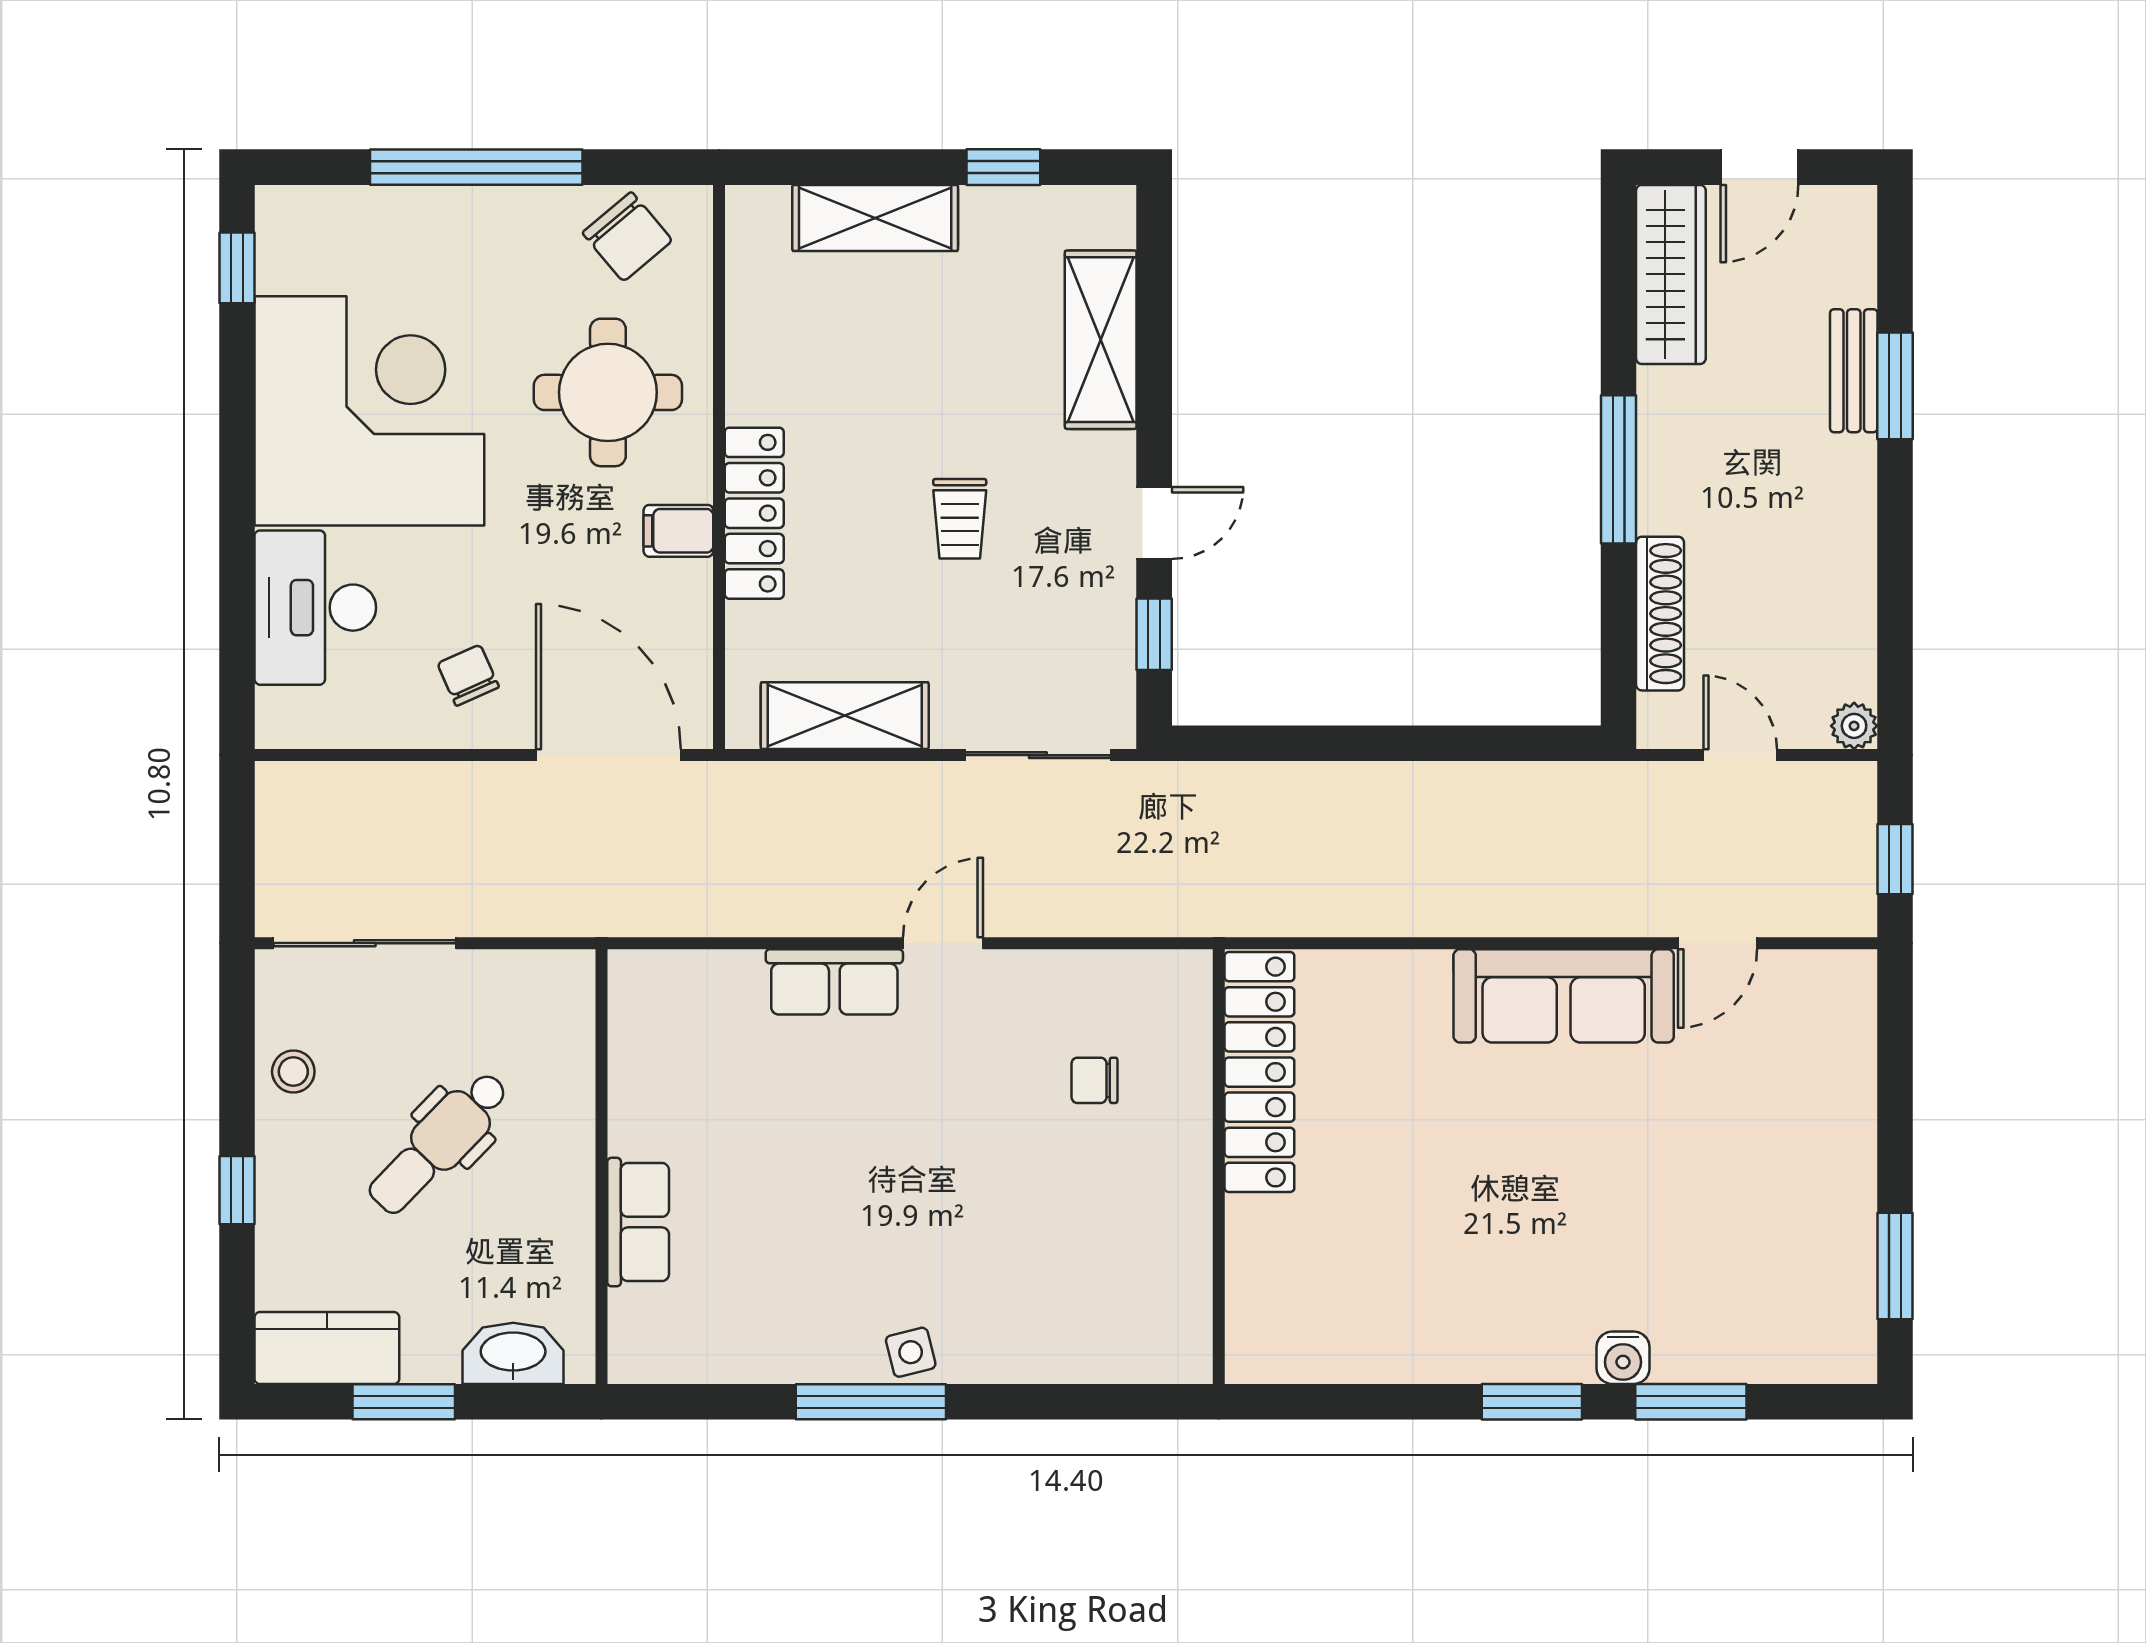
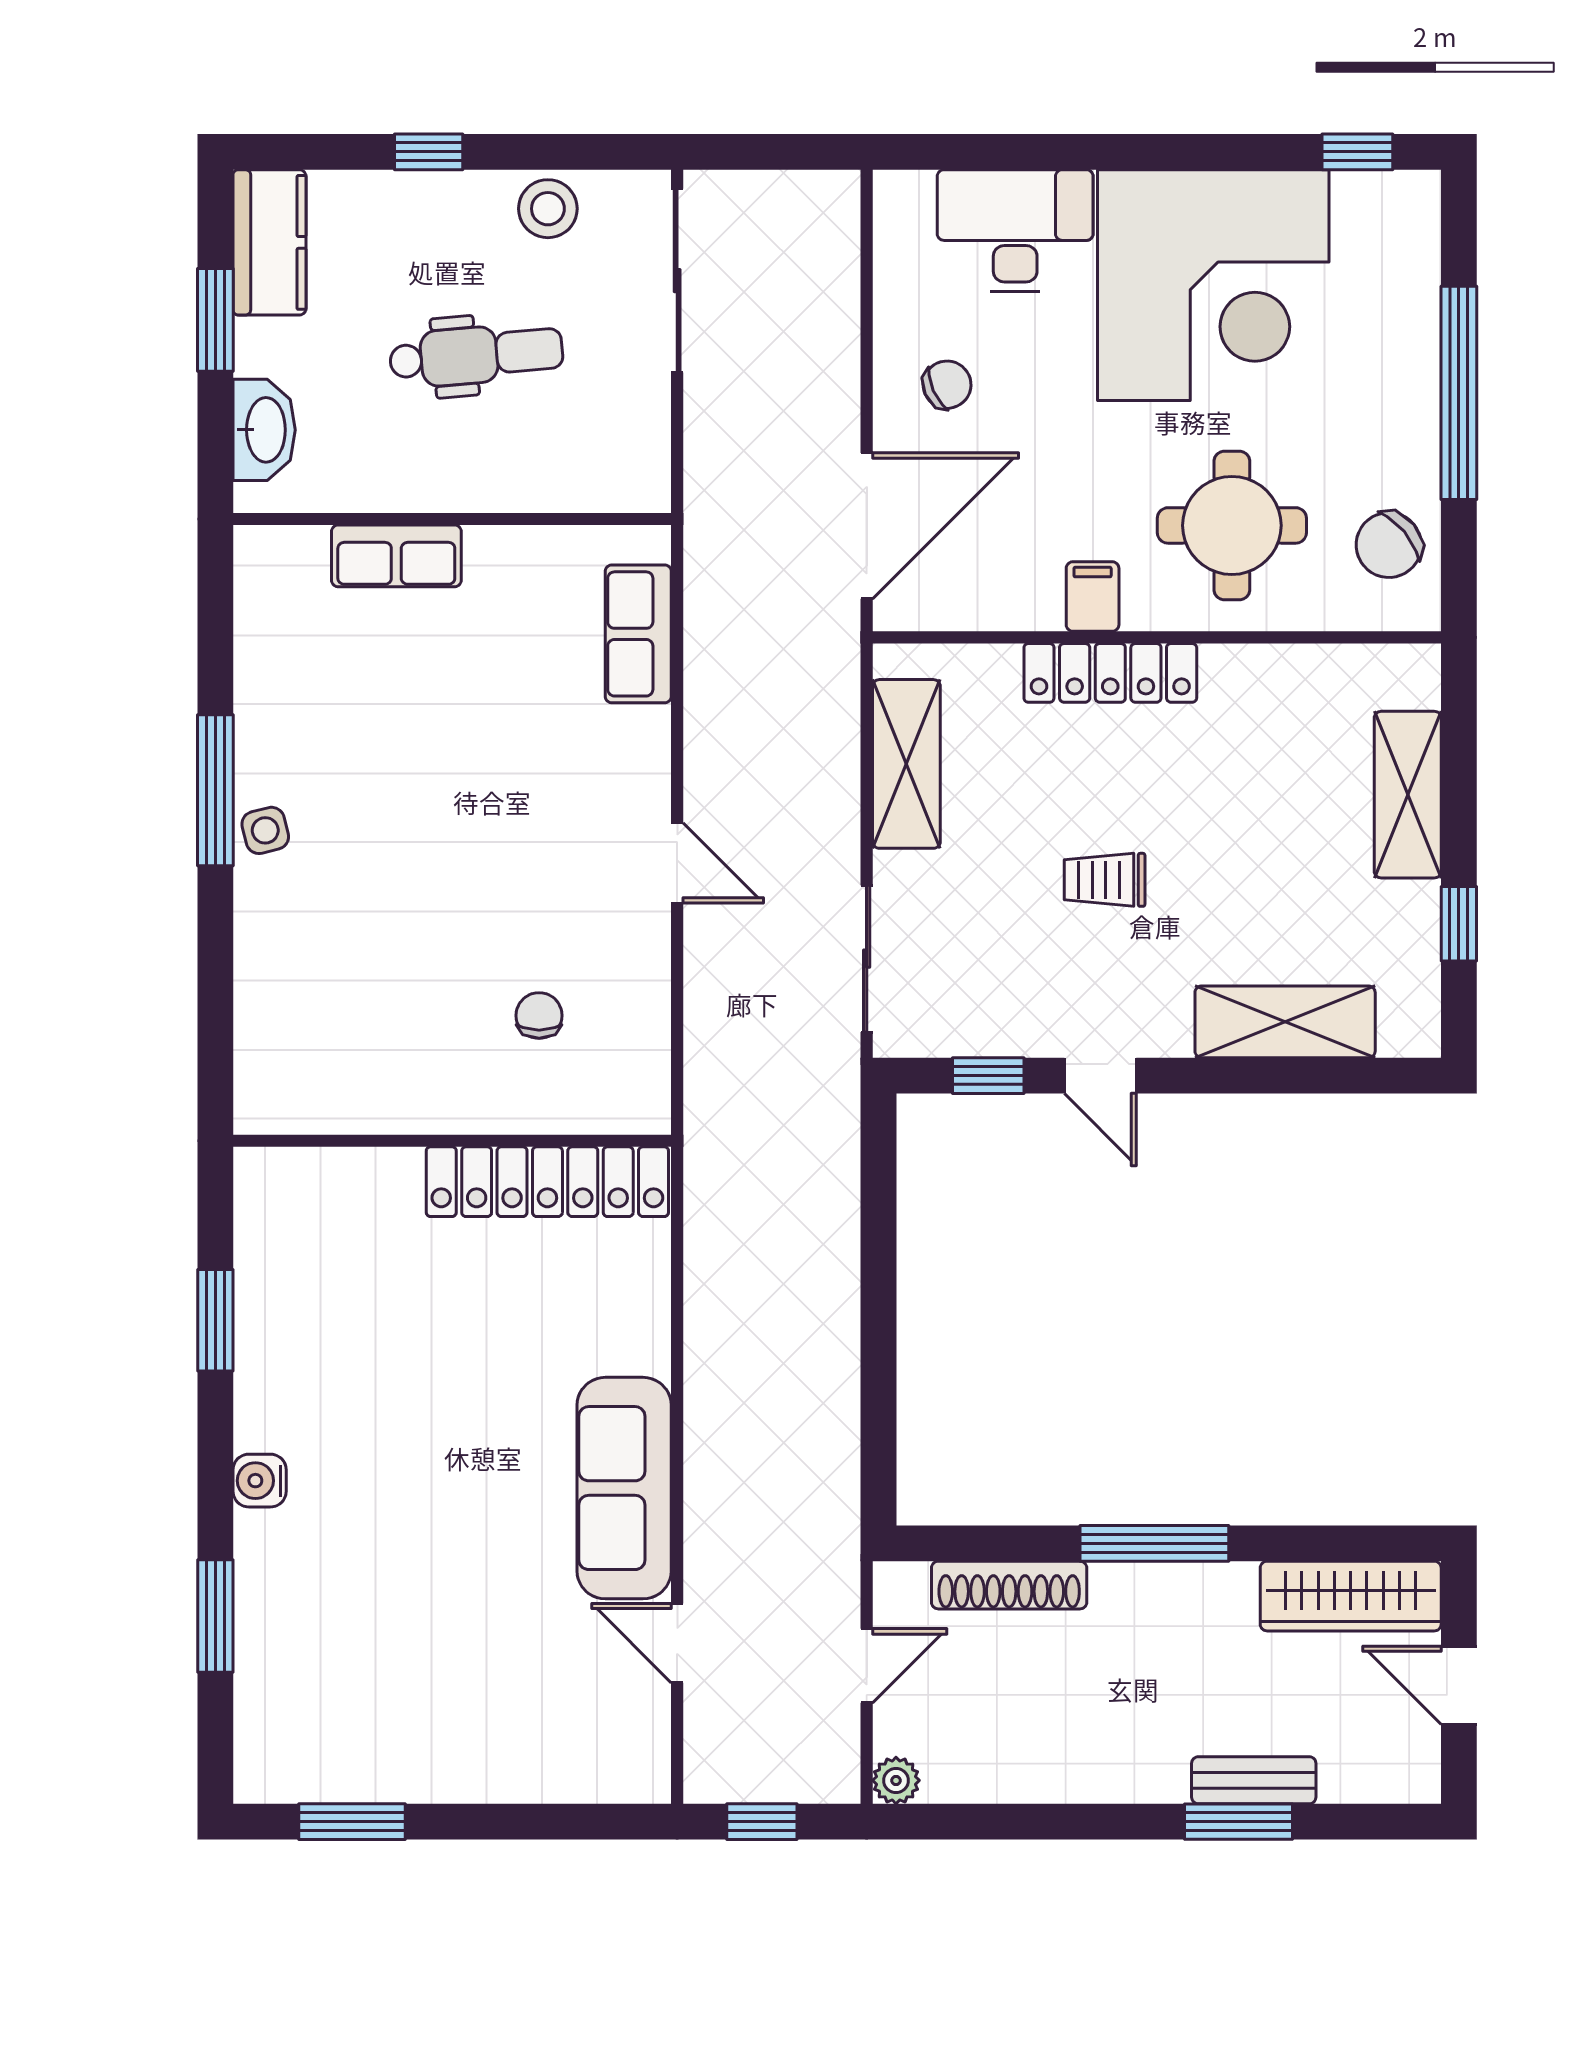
row of seats: (834, 982) -> (638, 634), moved
stool: (293, 1072) -> (548, 209), width x1.37, depth x1.37
dental chair: (439, 1143) -> (476, 355), turned 131
water cooler: (1623, 1358) -> (260, 1481), moved
window: (1532, 1402) -> (215, 1320), moved

